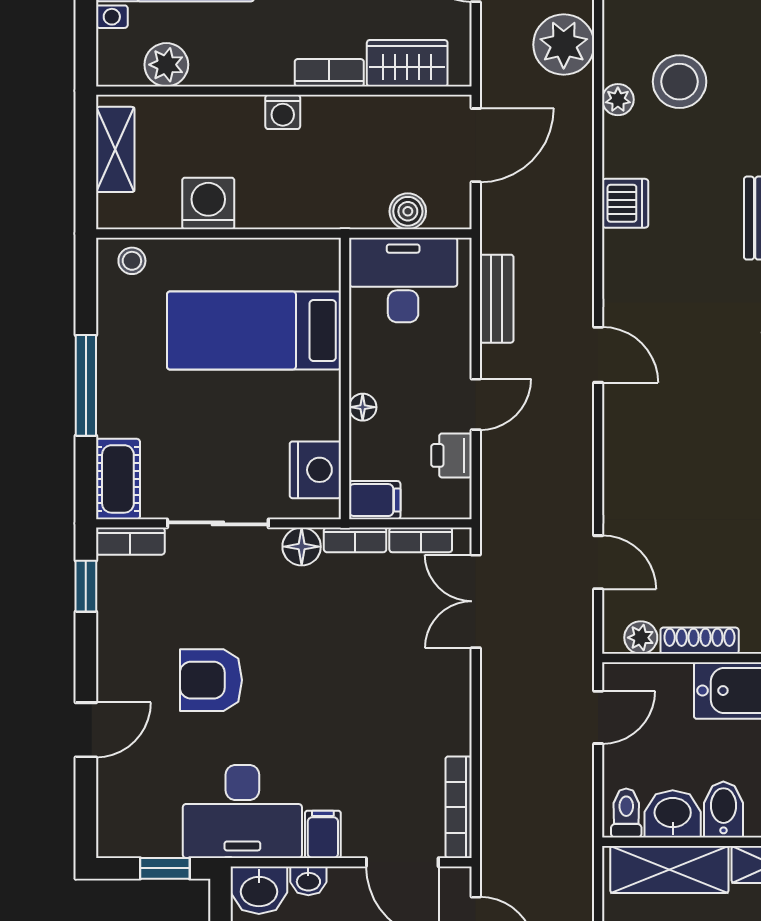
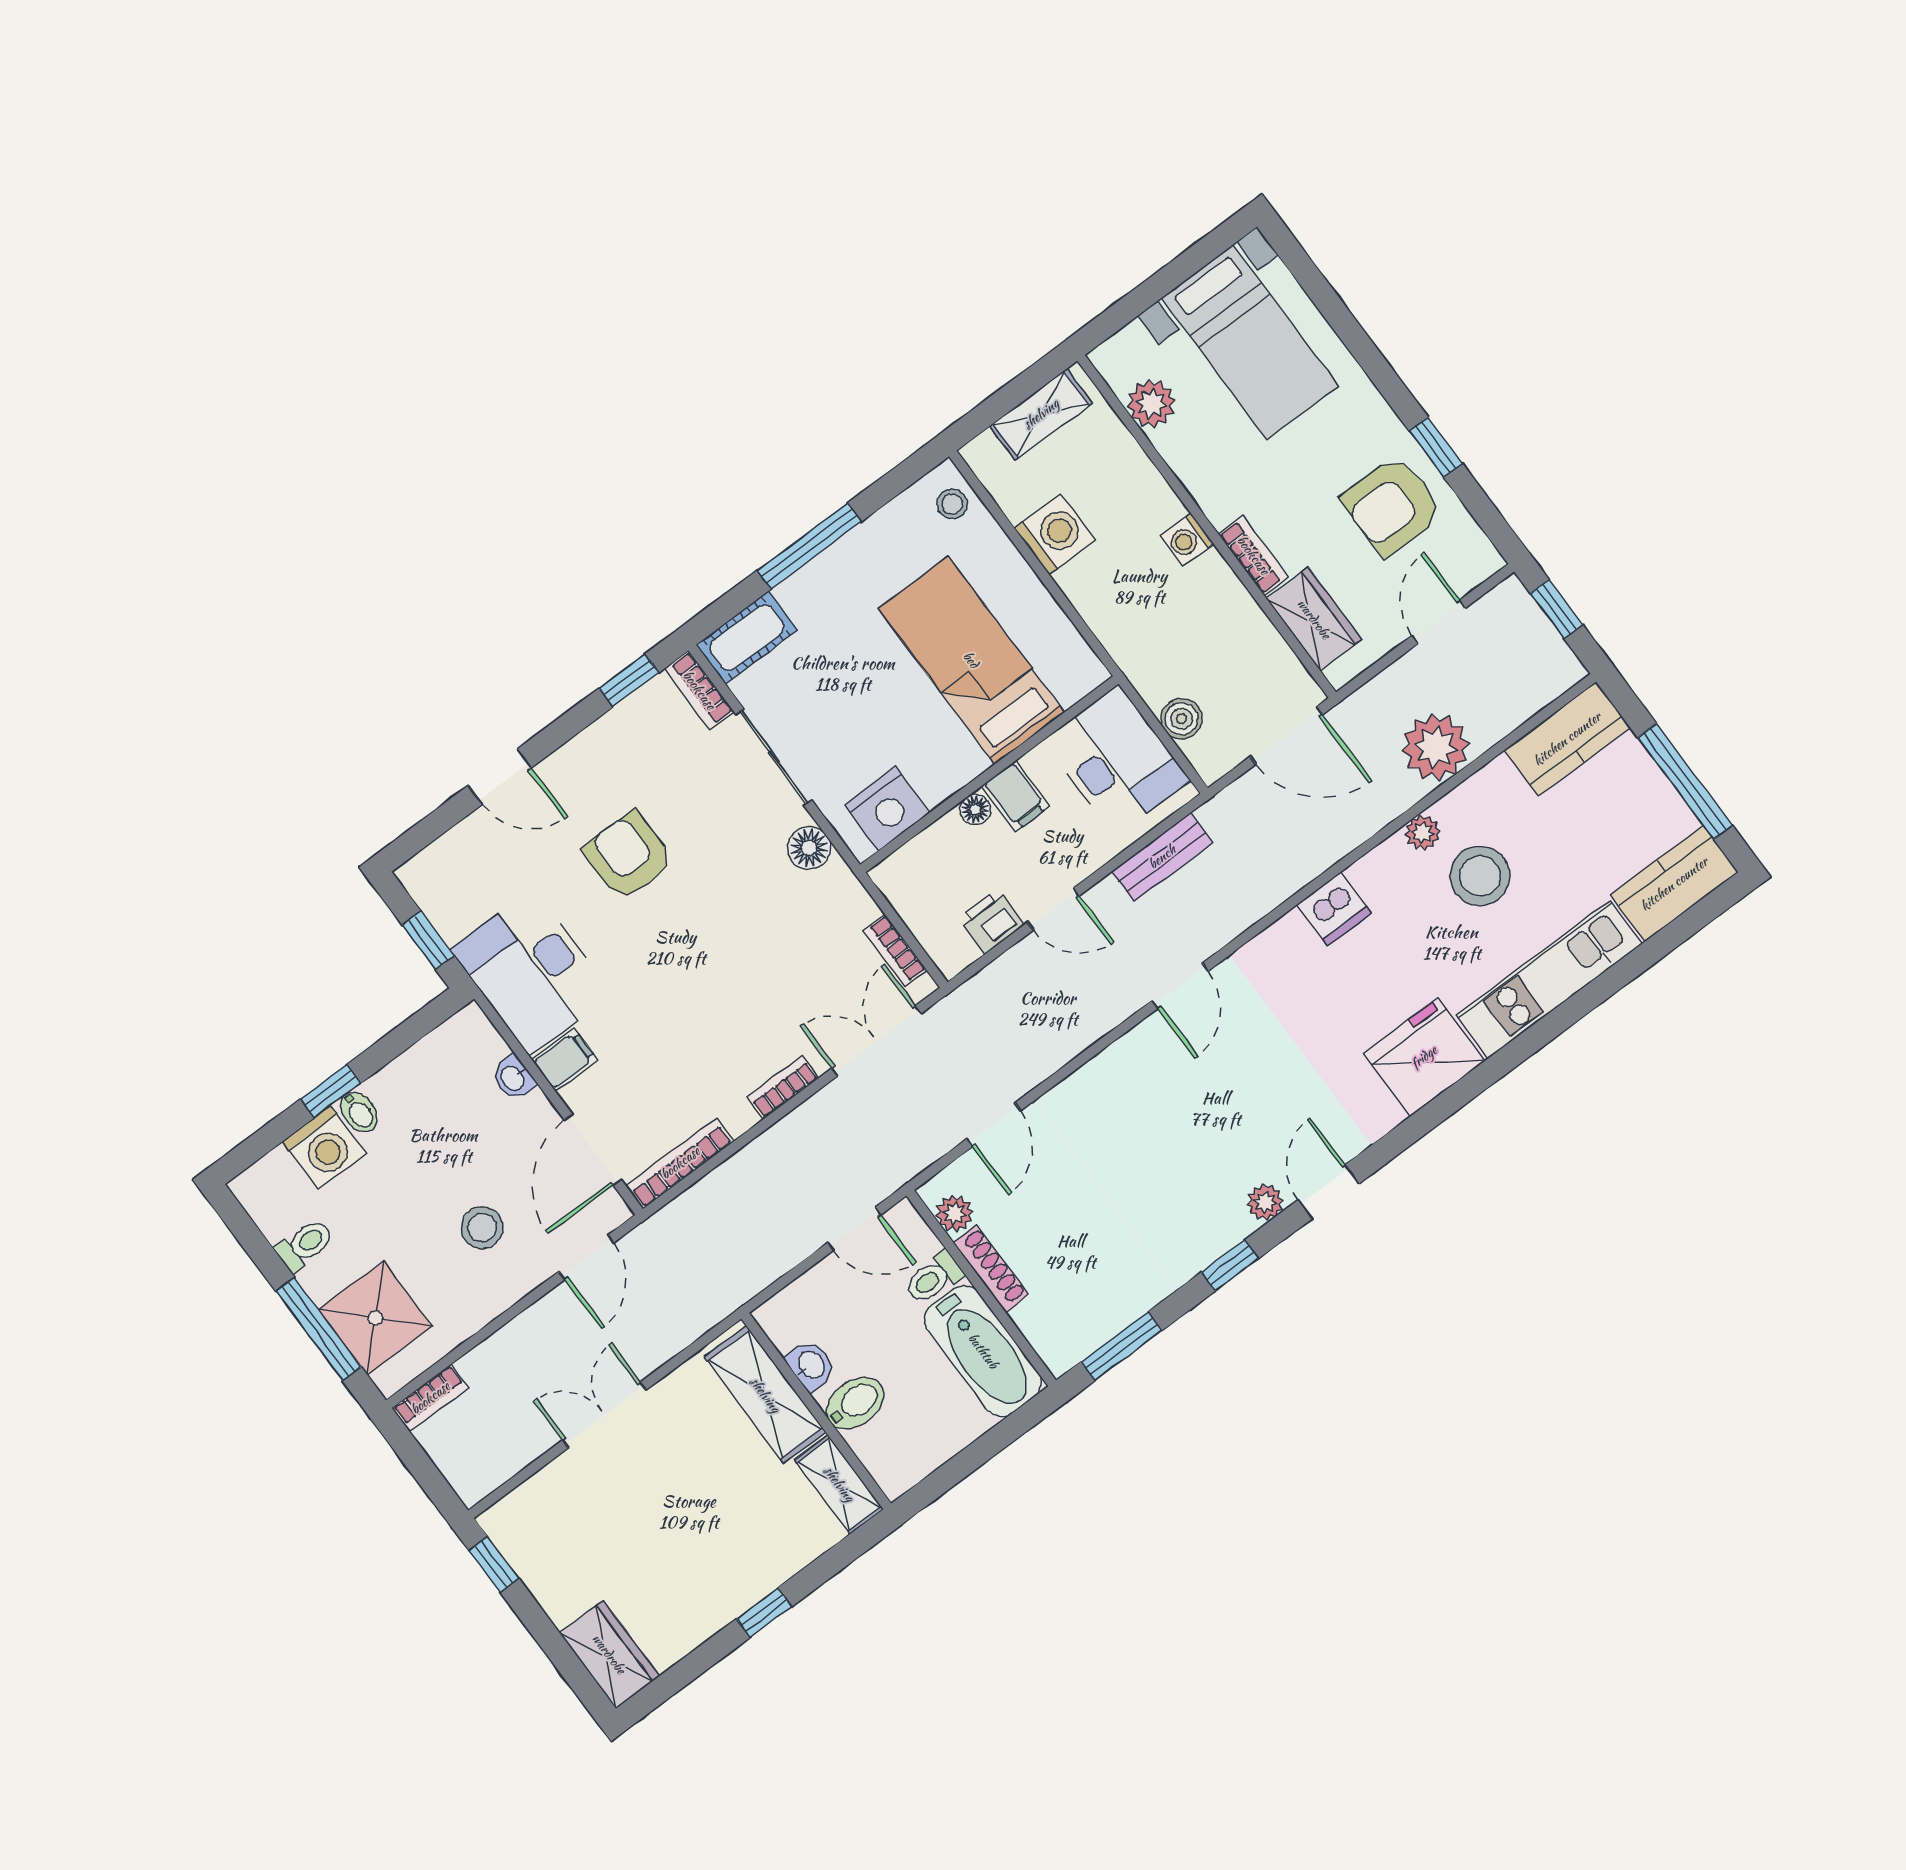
filing cabinet: (375, 500) -> (1016, 796), moved
bookcase: (355, 540) -> (783, 1087), moved, turned 90
toilet: (626, 813) -> (934, 1278), moved, turned 180
washbasin: (673, 814) -> (811, 1365), width x0.72, depth x0.69
washbasin: (259, 890) -> (472, 1040), removed

